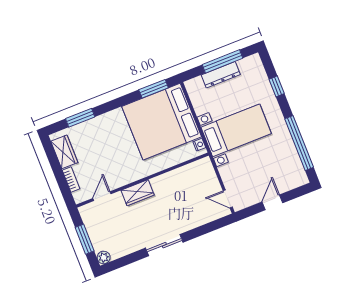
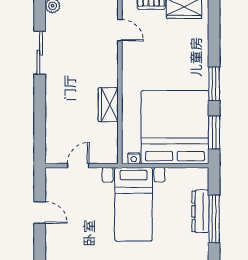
window: (80, 118) -> (214, 84), moved
wardrobe: (138, 193) -> (108, 105), moved
door: (228, 199) -> (78, 166), moved
sliding door: (164, 245) -> (40, 53), moved

